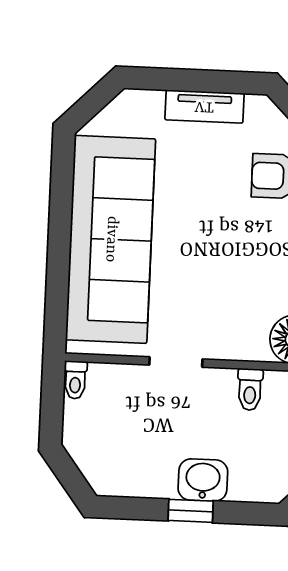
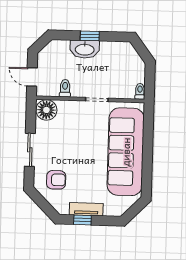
window: (214, 81) -> (82, 220), added
washbasin: (203, 480) -> (85, 49), width x1.38

